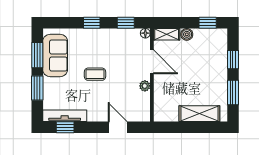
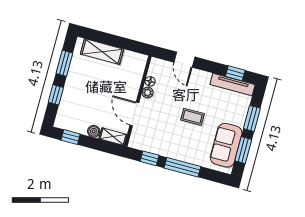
window: (92, 23) -> (182, 167), width x2.17
floor lamp: (145, 33) -> (150, 81), moved

